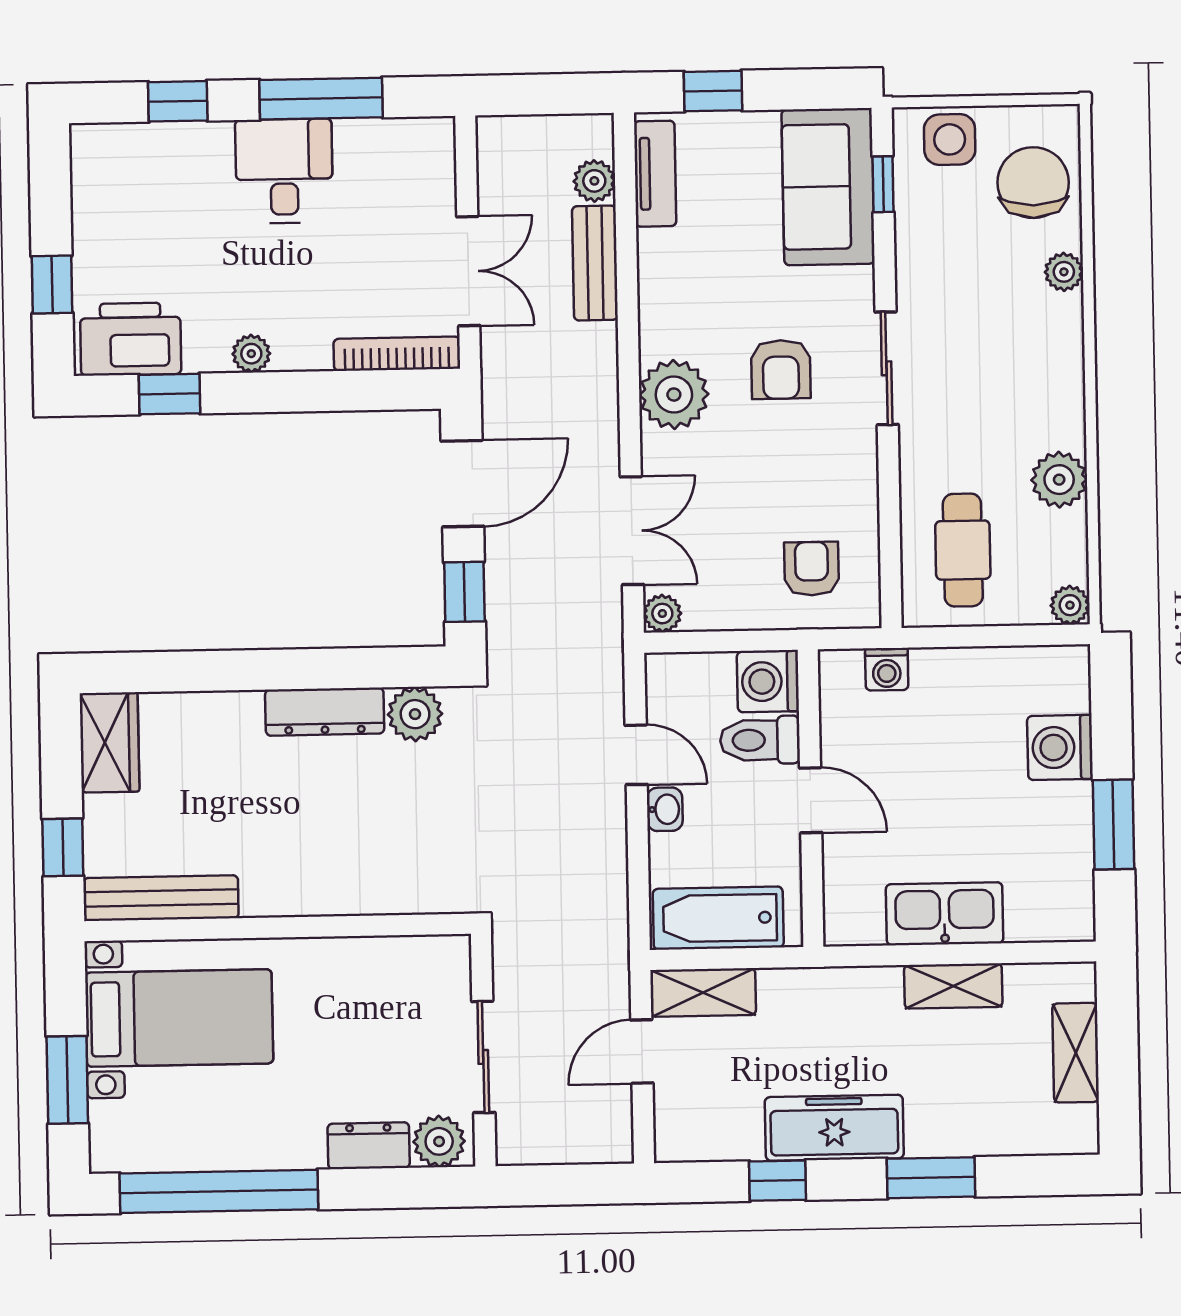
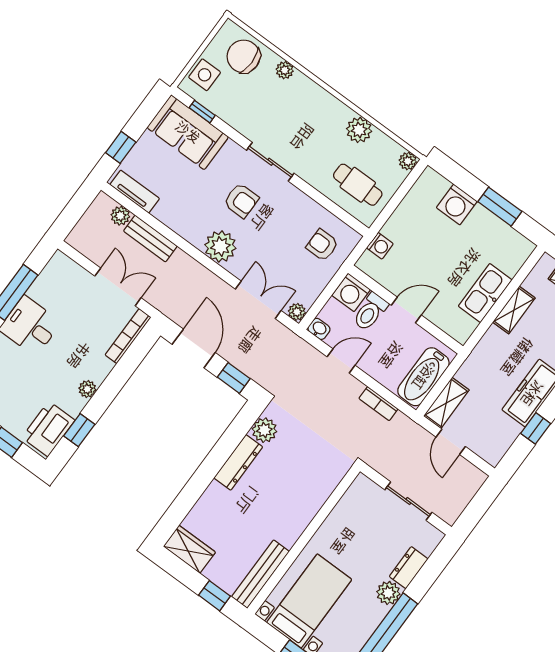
washbasin: (665, 809) -> (319, 329), moved
bookcase: (612, 876) -> (378, 404), added
plant: (439, 1141) -> (388, 593), moved

